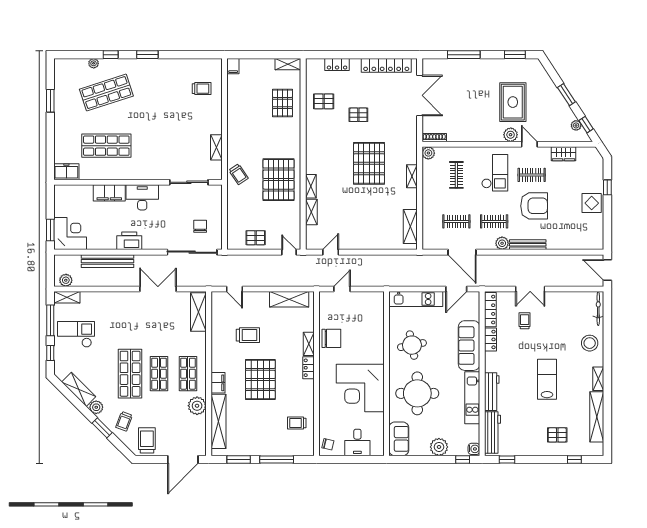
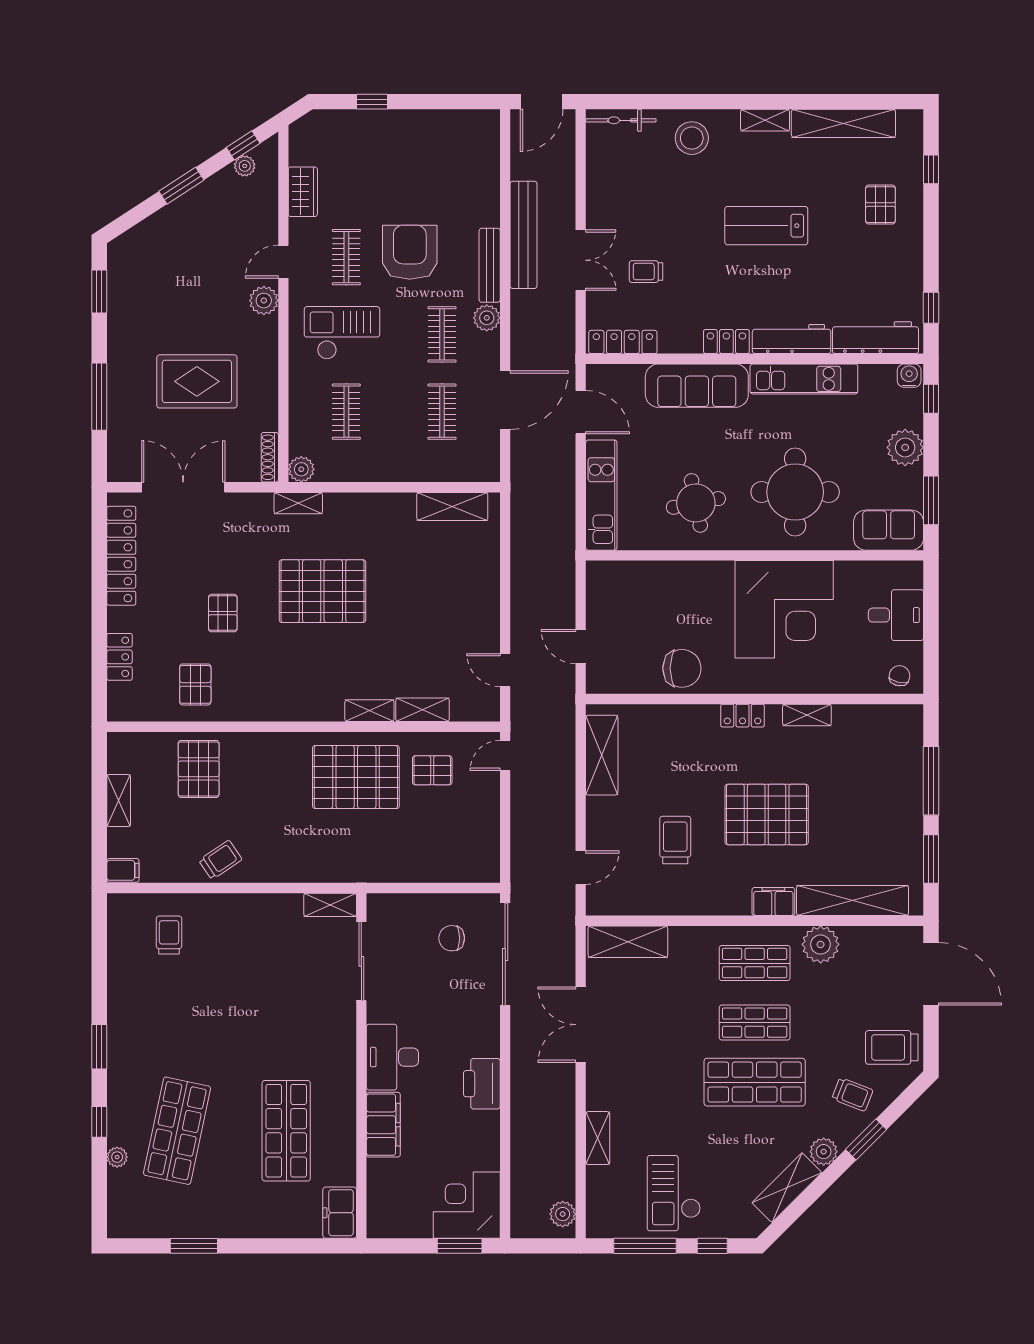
shelving: (288, 64) -> (119, 801), moved
shop shelf: (106, 93) -> (177, 1131), turned 30
rug: (513, 102) -> (197, 381), moved
pallet: (283, 103) -> (199, 769), turned 90
shelving: (216, 147) -> (330, 905), moved
trolley: (238, 174) -> (220, 860), moved
clothes rail: (456, 175) -> (346, 412), turned 90
shelving: (412, 176) -> (298, 503), moved
display table: (592, 203) -> (404, 134), removed
pallet: (256, 238) -> (432, 770), moved, turned 90
bench: (108, 261) -> (524, 235), moved
shelving: (67, 297) -> (598, 1138), moved
chair: (331, 338) -> (682, 668), turned 90
locker: (491, 339) -> (726, 342), moved
shelving: (309, 344) -> (807, 715), moved
trolley: (297, 423) -> (856, 740), removed
window: (413, 460) -> (931, 500), added

